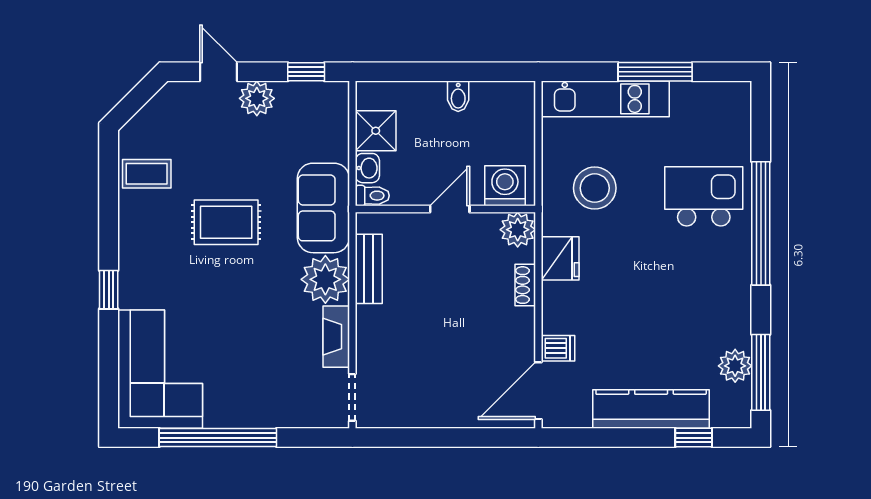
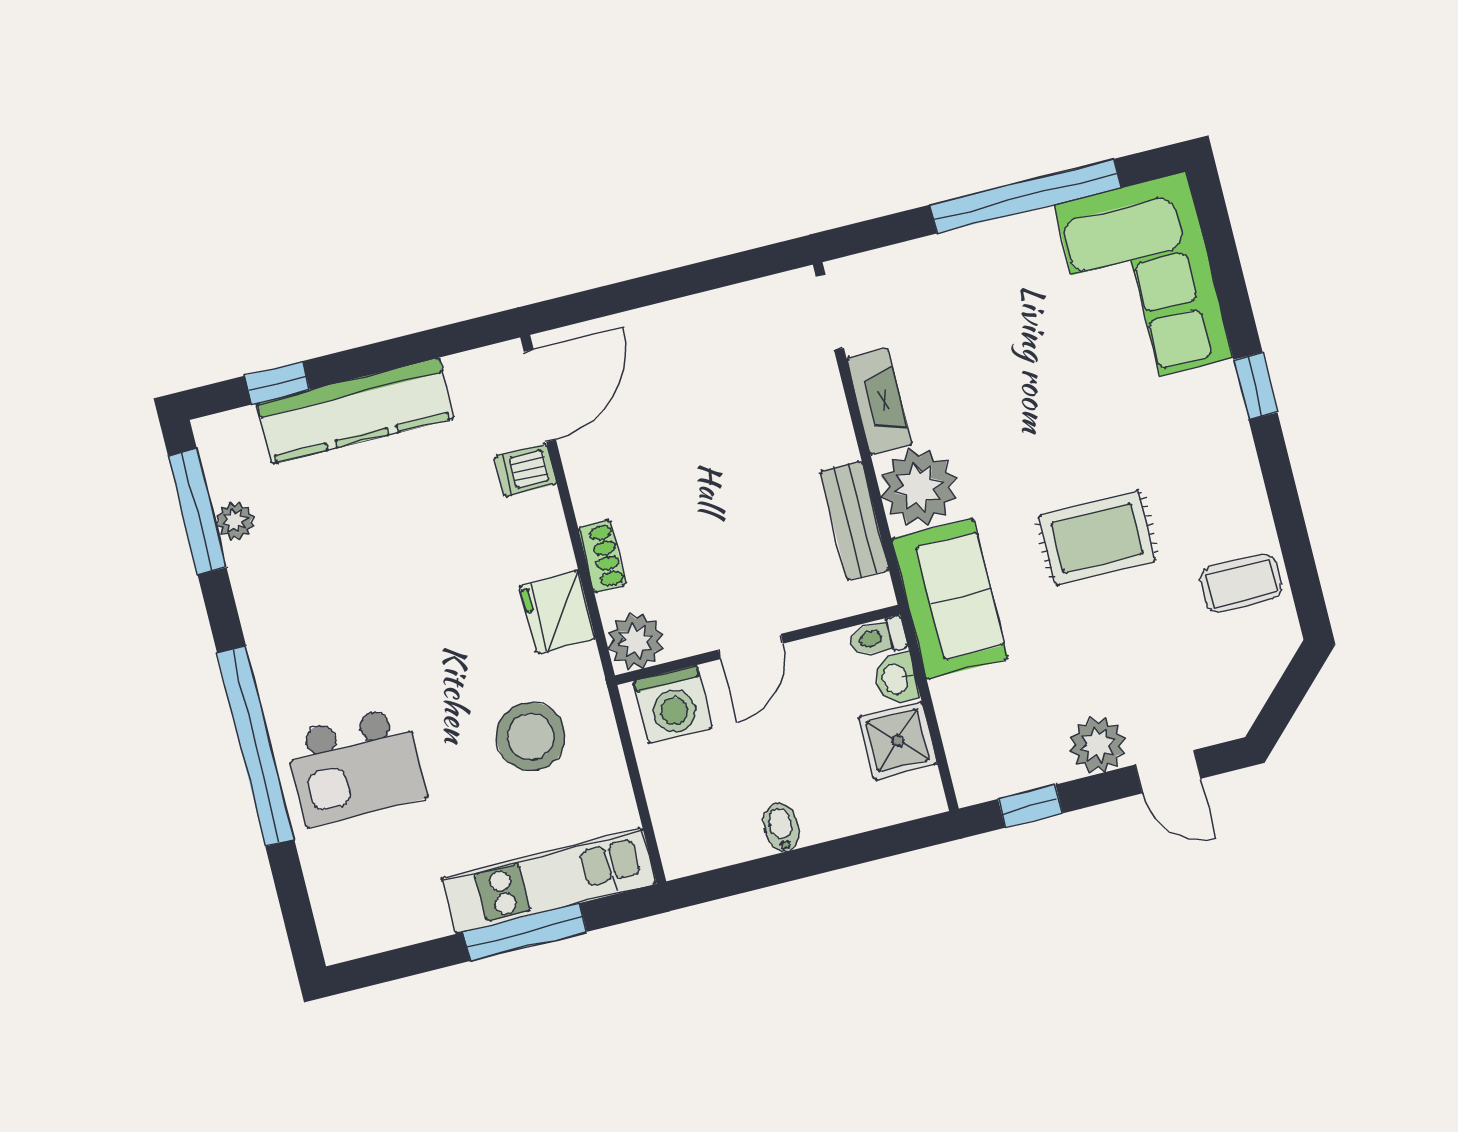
window: (655, 72) -> (525, 932), moved
plant: (735, 366) -> (235, 521), width x0.73, depth x0.73

